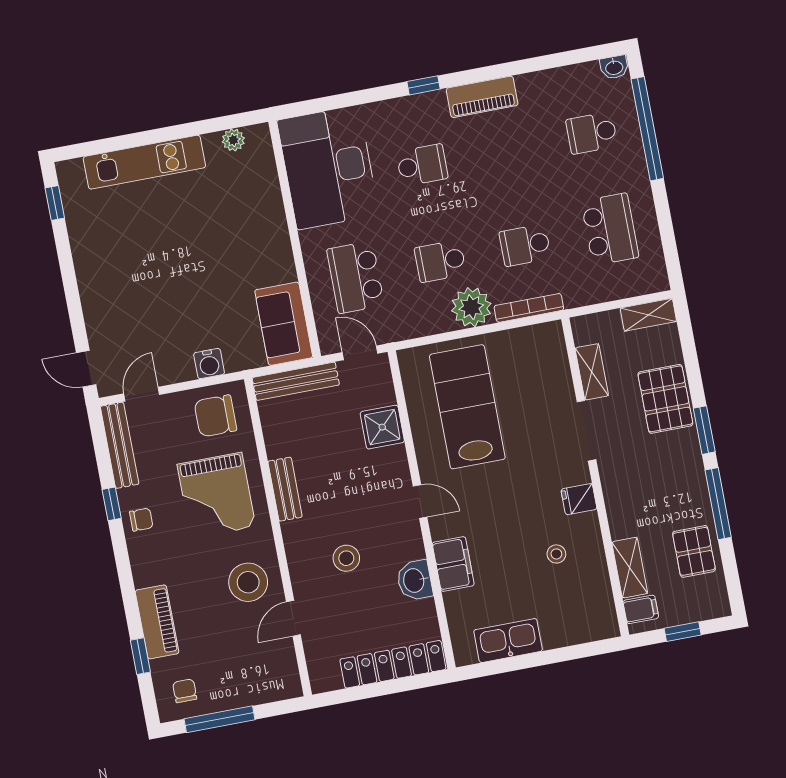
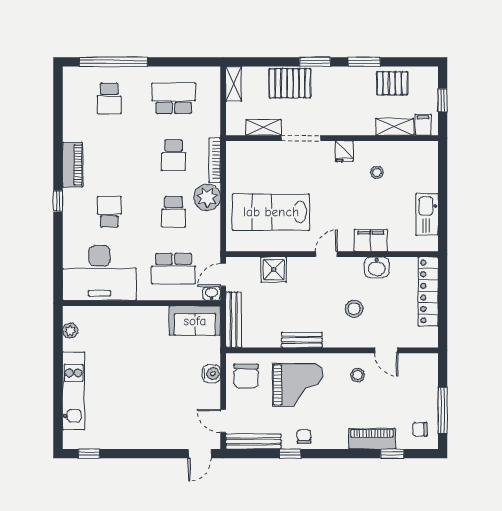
washbasin: (614, 67) -> (212, 293), moved, turned -90
window: (718, 504) -> (364, 62), width x0.69
stool: (248, 582) -> (358, 375), width x0.53, depth x0.53

